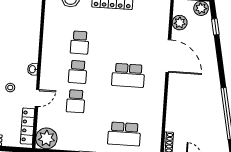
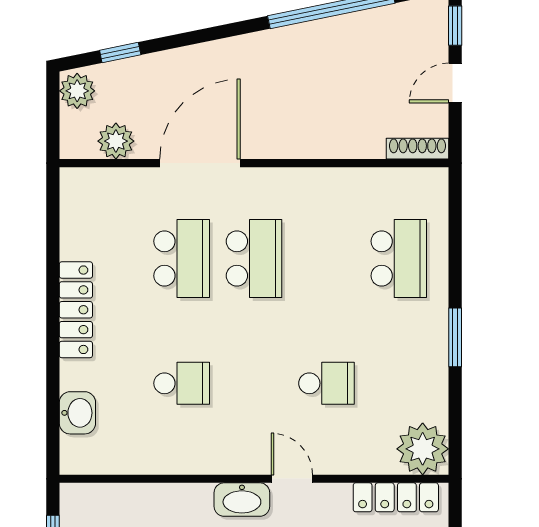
washbasin: (33, 69) -> (242, 500), width x1.91, depth x1.45
school desk: (78, 72) -> (182, 259), moved, width x1.85
door: (37, 98) -> (292, 479), moved

